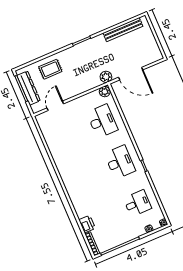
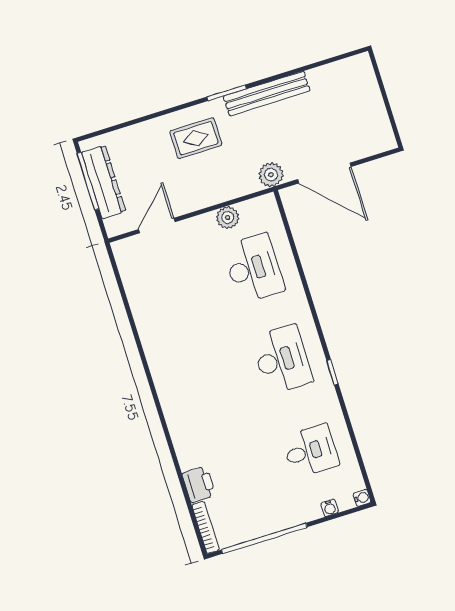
bench: (123, 30) -> (267, 94), moved
rug: (50, 69) -> (196, 138), moved
plant: (105, 92) -> (228, 218), moved

